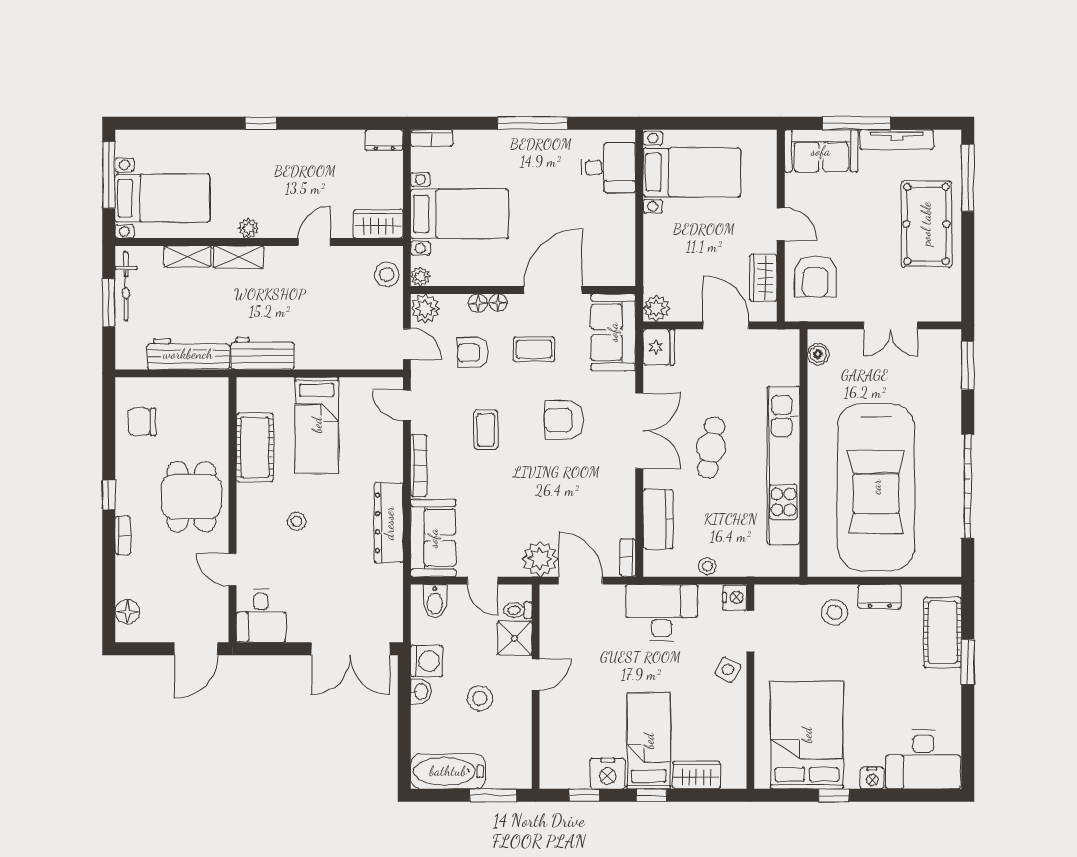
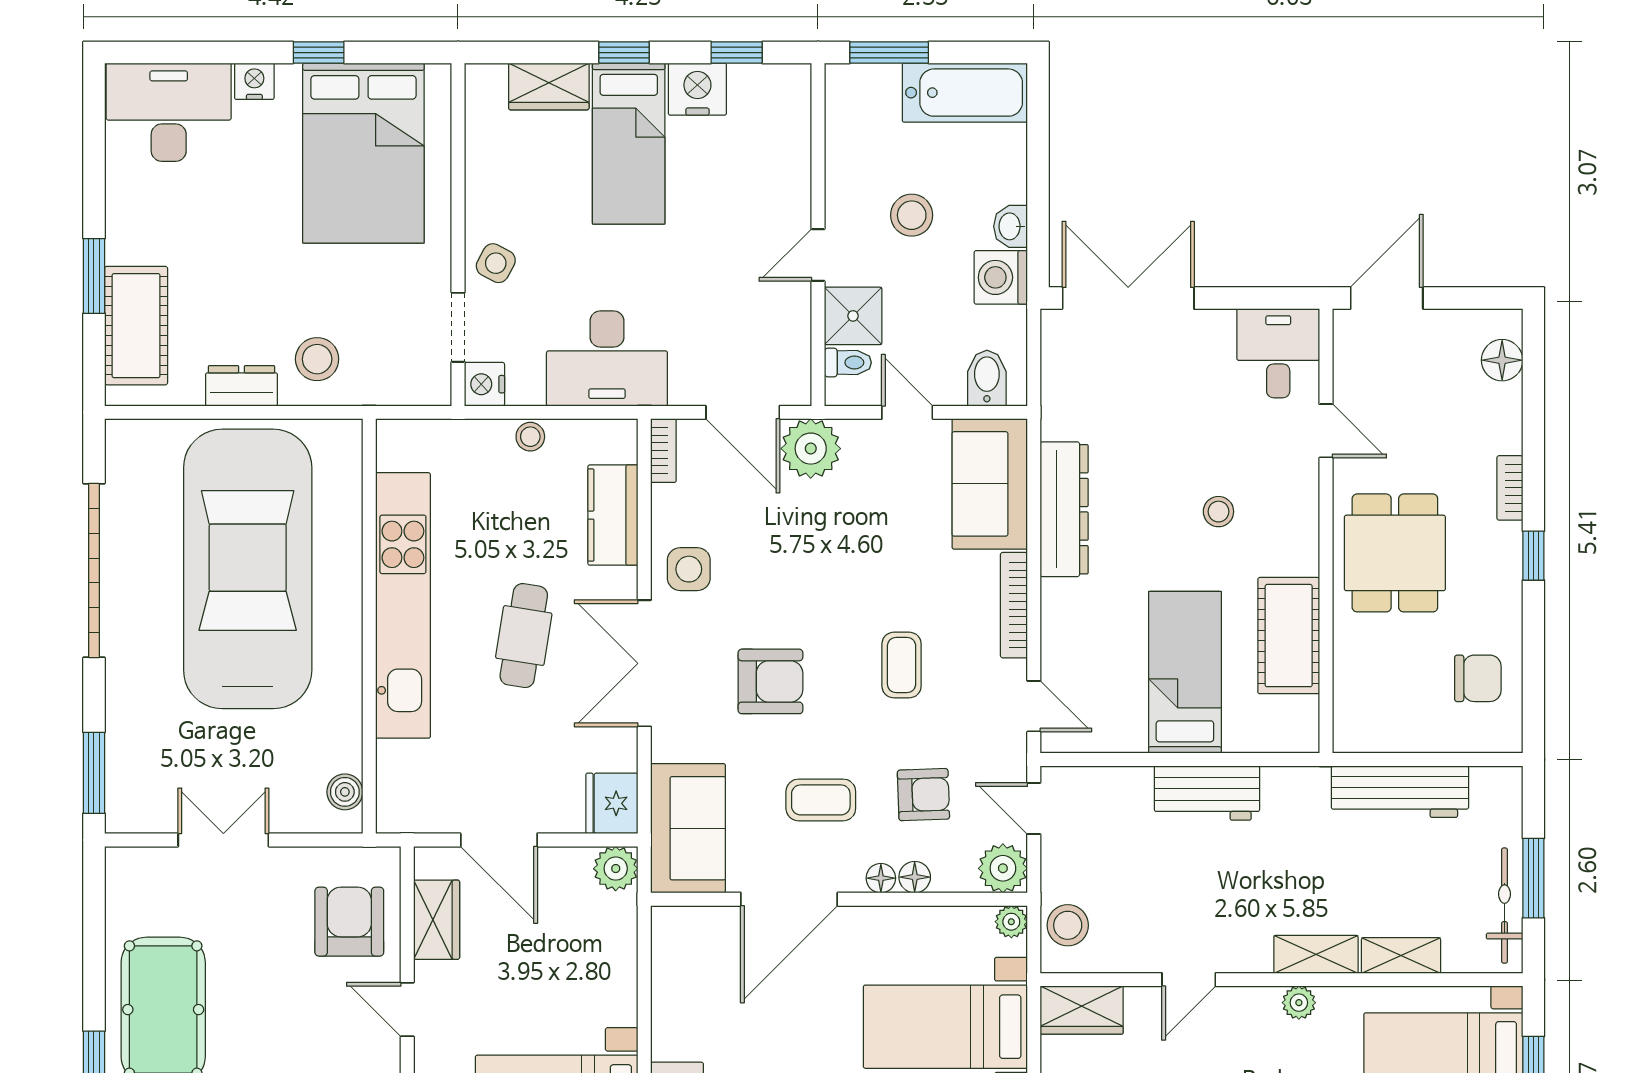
workbench: (263, 353) -> (1207, 793), moved
side table: (613, 487) -> (689, 569), added

